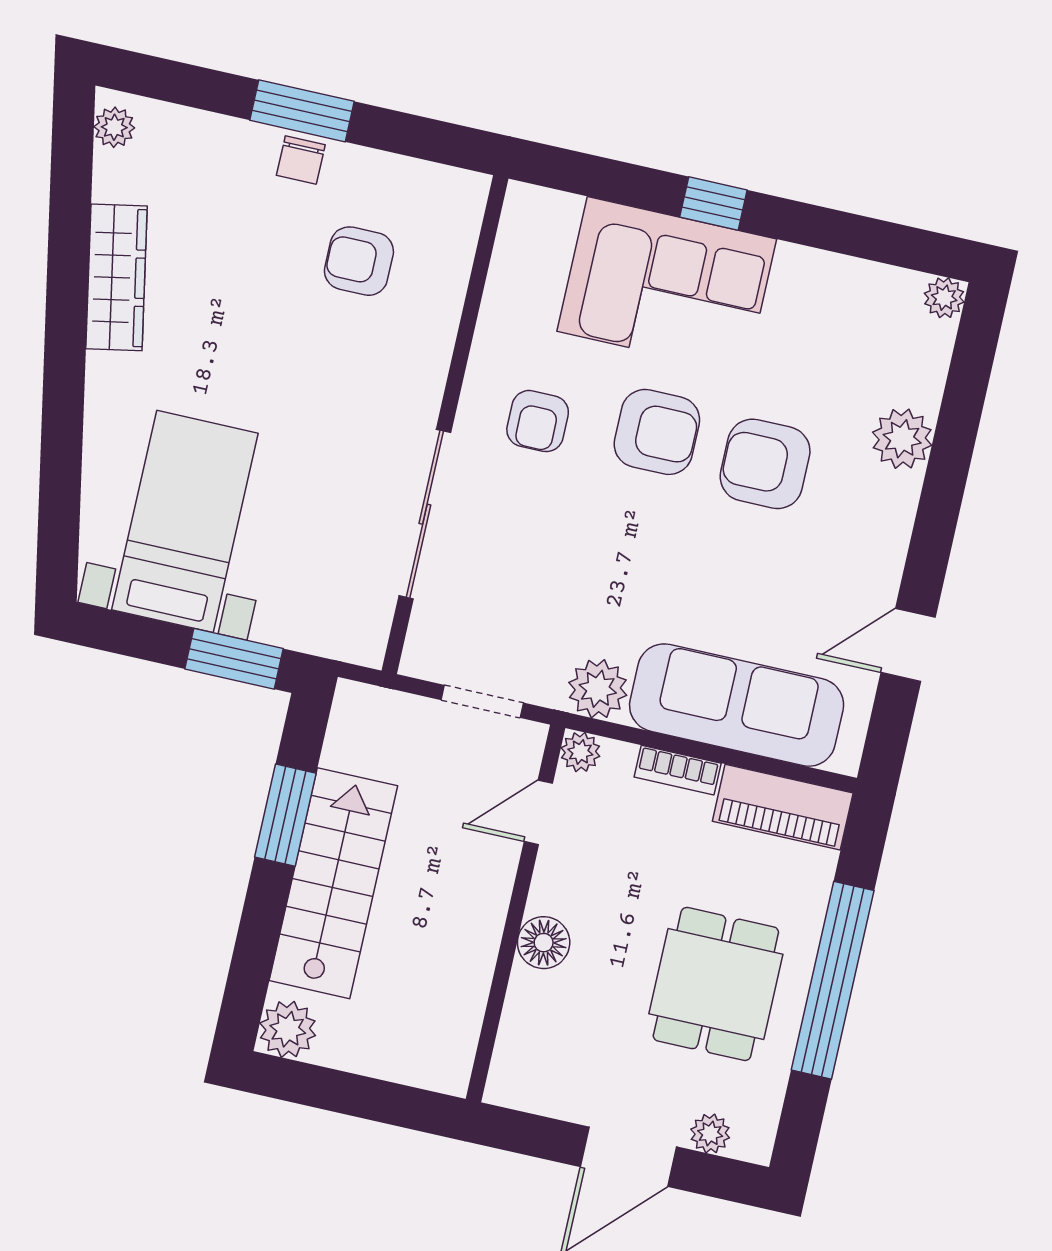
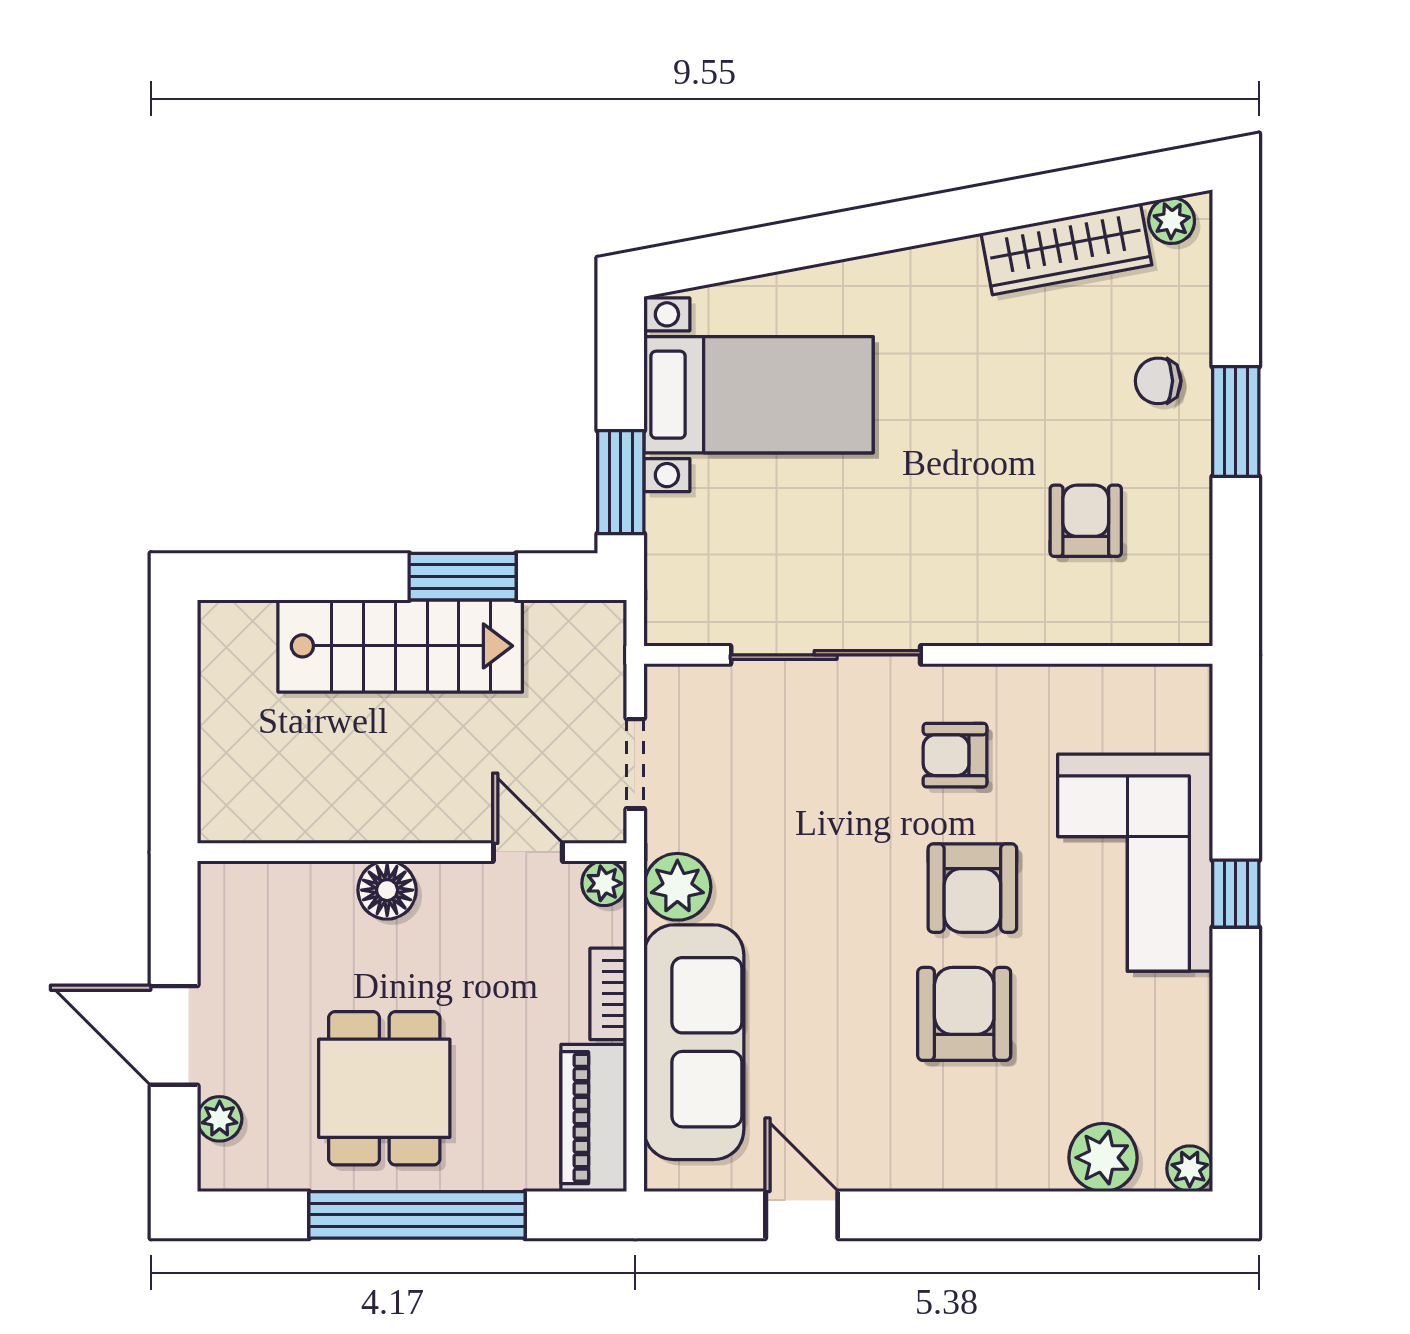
chair: (301, 160) -> (1158, 381), moved
wardrobe: (116, 277) -> (1066, 249), moved
plant: (902, 439) -> (1103, 1158), moved
dining table: (716, 984) -> (384, 1088), turned 90
plant: (288, 1029) -> (229, 632), removed

